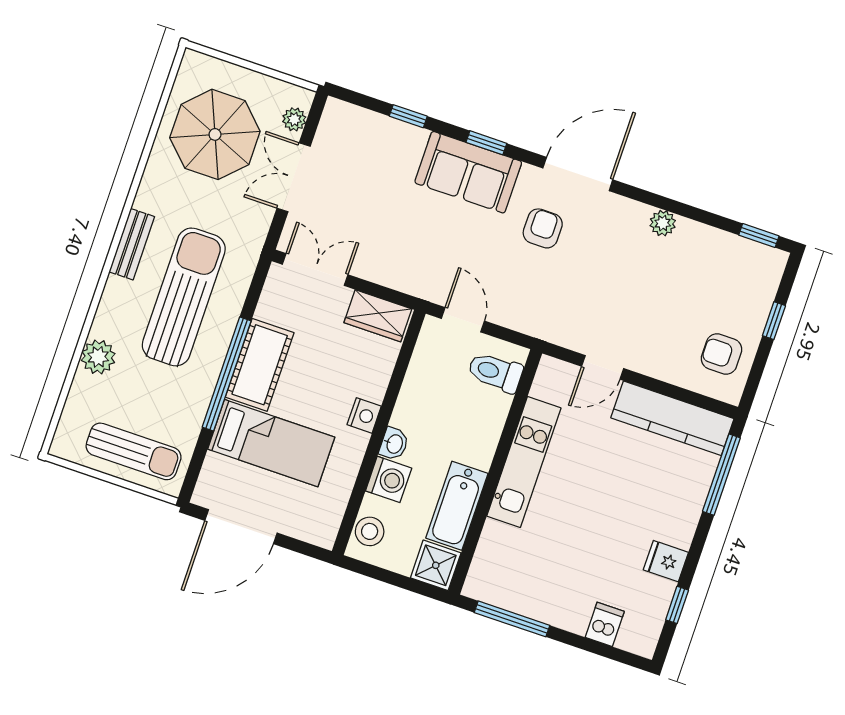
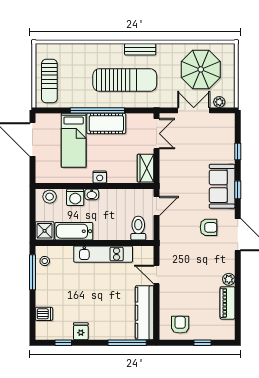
window: (759, 236) -> (238, 323), removed
piano: (710, 242) -> (228, 303), added
plant: (98, 357) -> (86, 51), removed
stool: (497, 586) -> (45, 261), added

